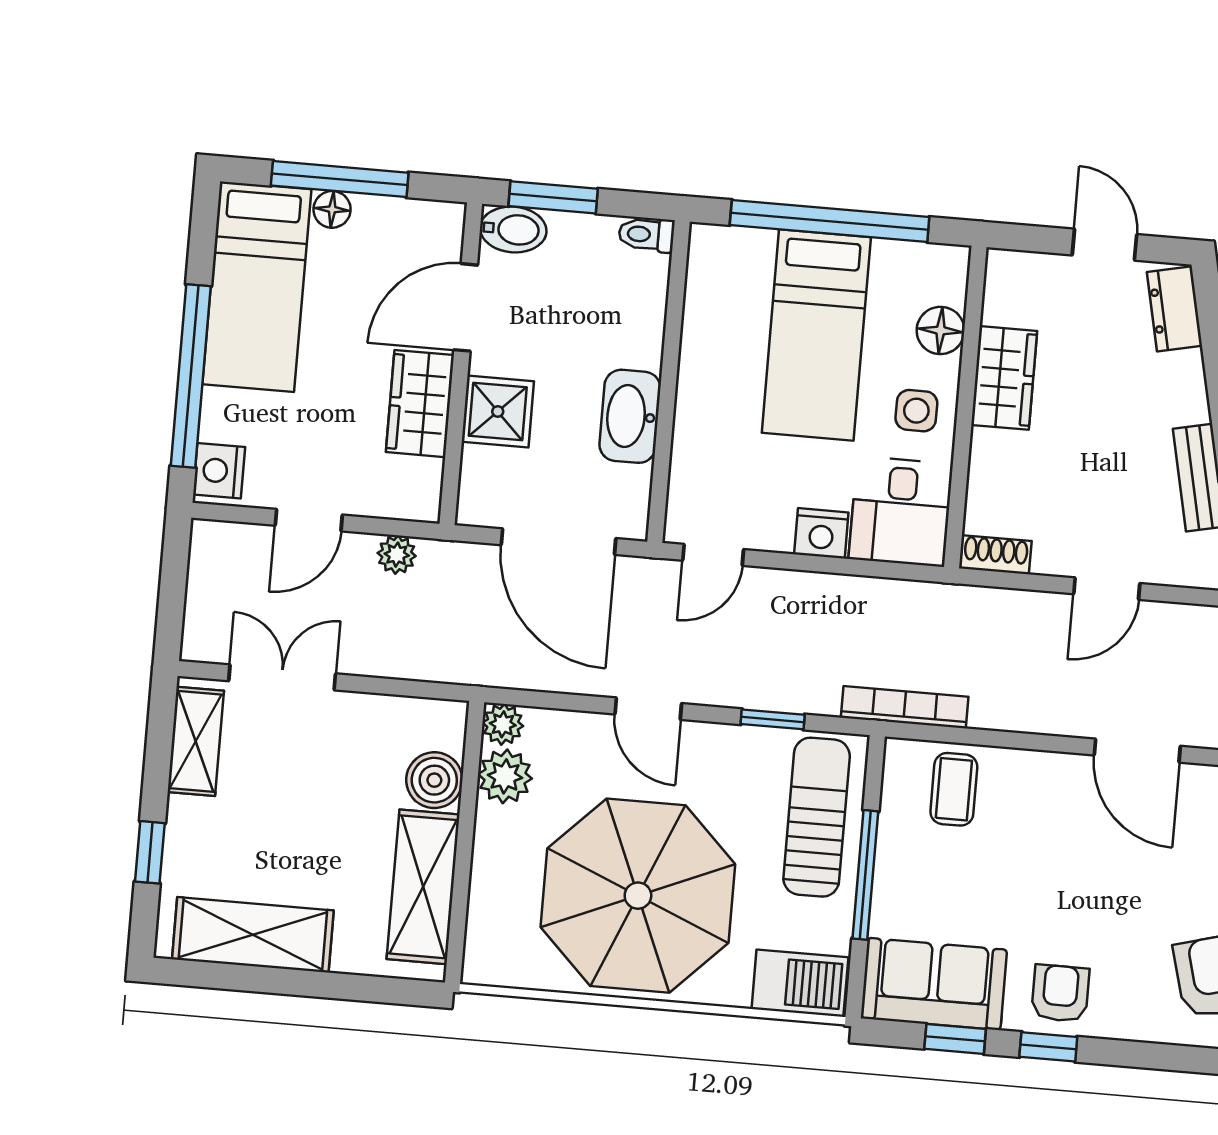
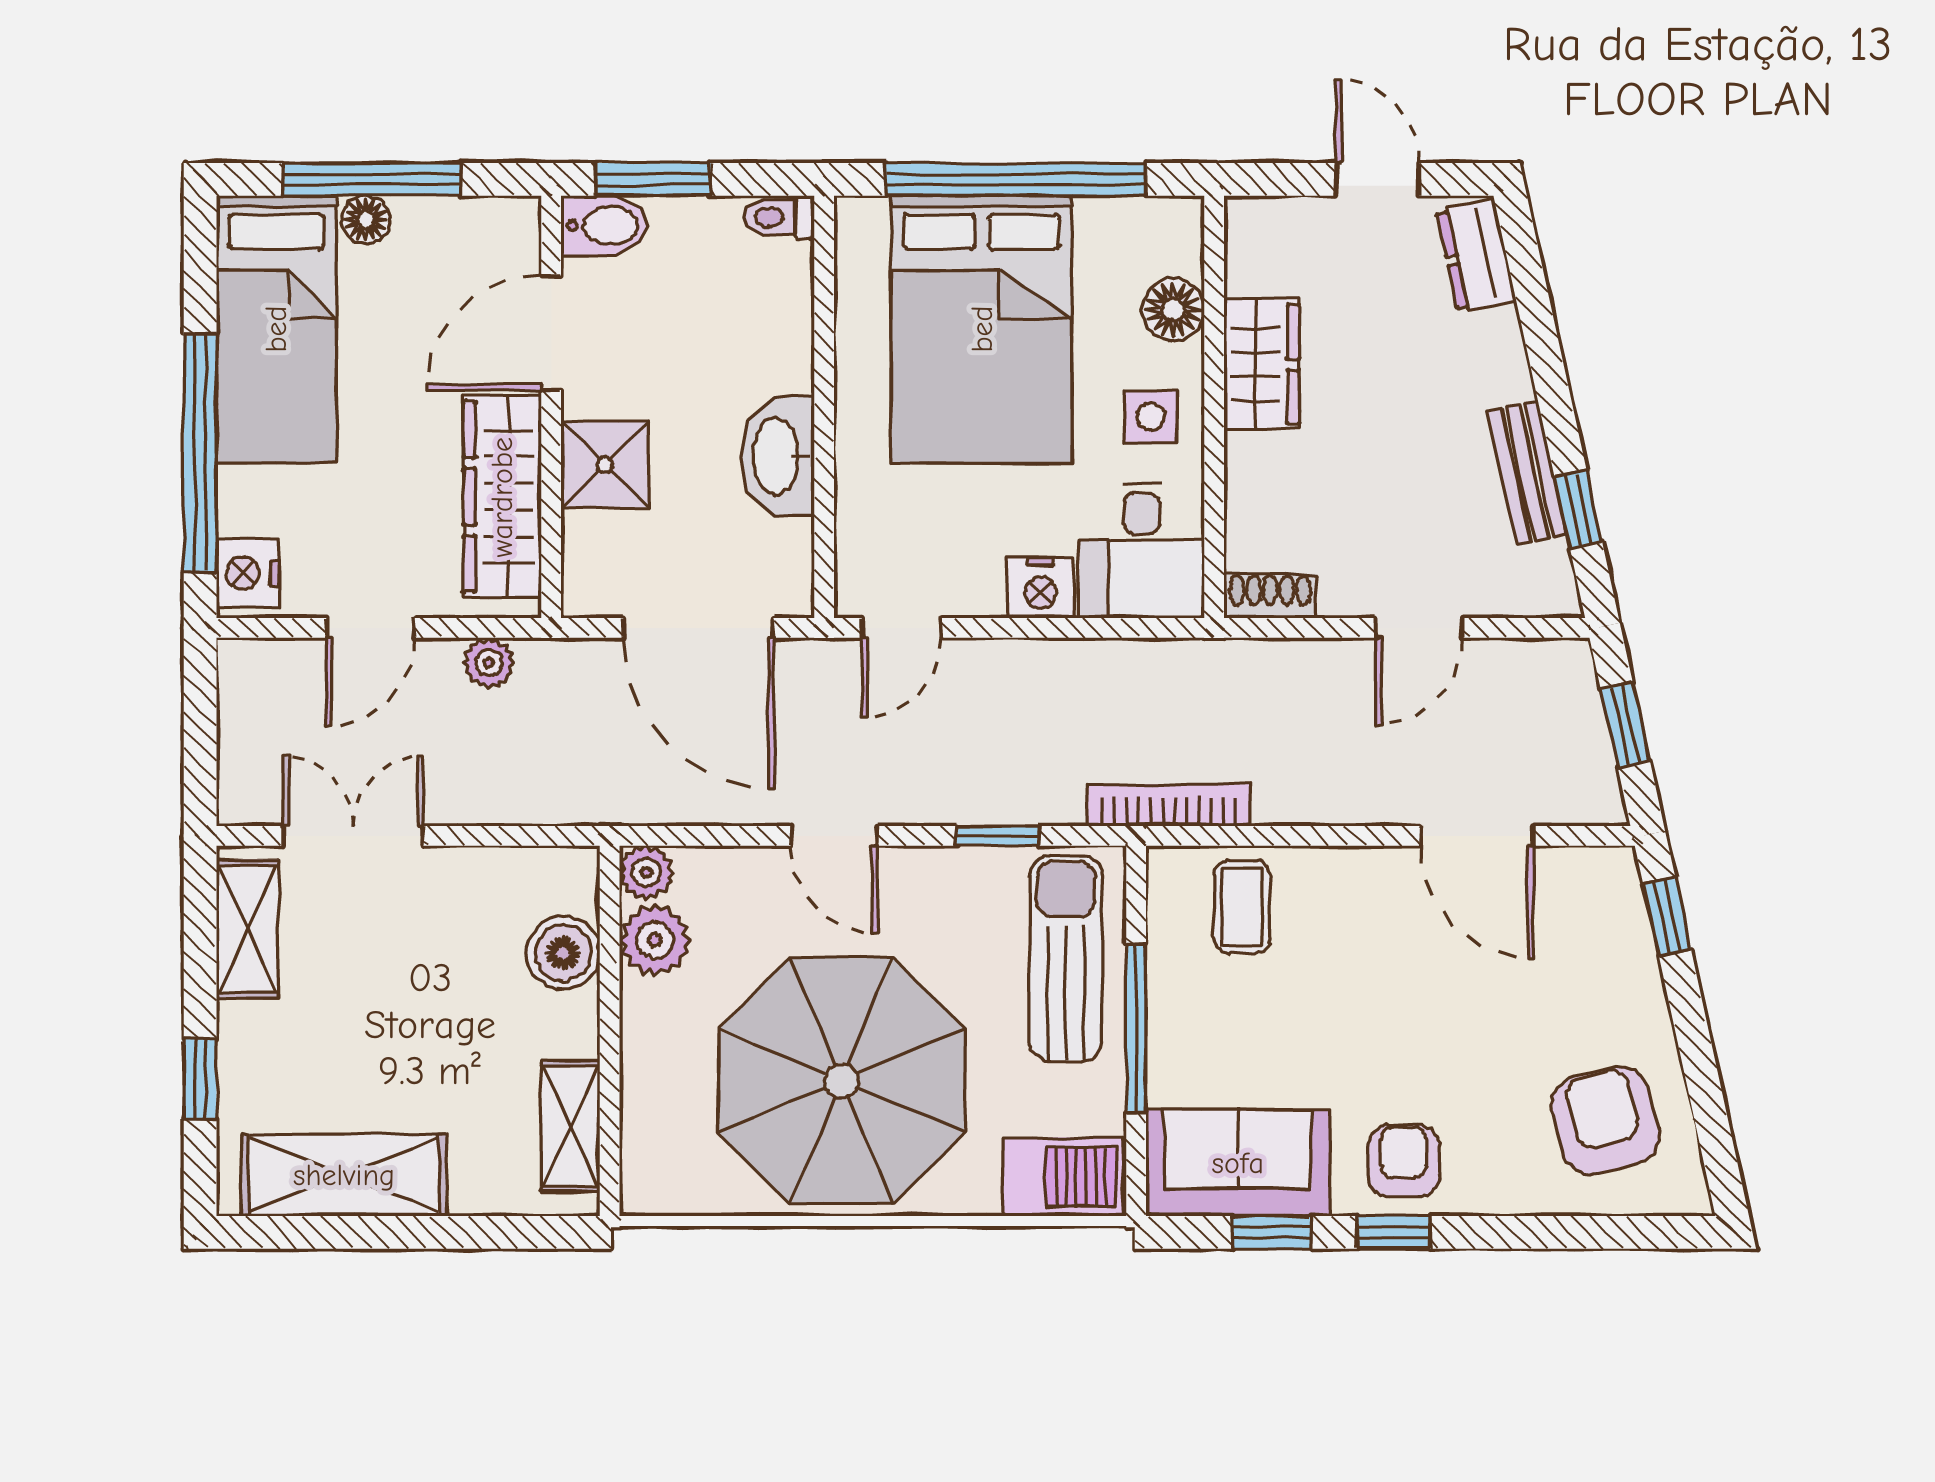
bed: (816, 335) -> (982, 329), width x1.50
wardrobe: (420, 404) -> (502, 497), width x1.50
shelving: (423, 887) -> (570, 1126), width x0.67, depth x0.75

